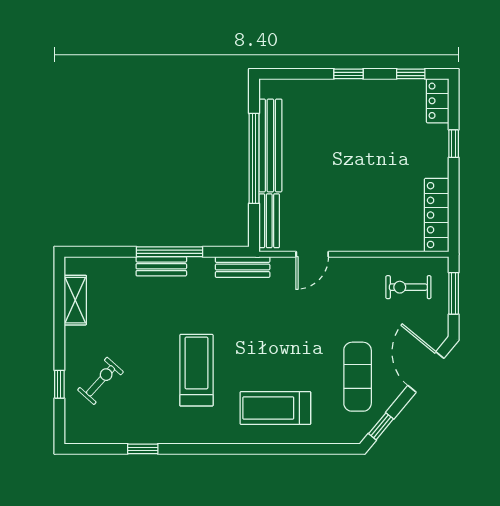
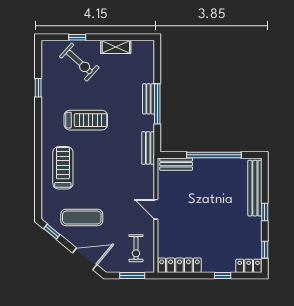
bench: (270, 145) -> (255, 188), moved, turned 90
door: (312, 254) -> (156, 209), moved
exercise bike: (408, 287) -> (136, 248), turned 180
shelving: (75, 300) -> (116, 47), moved
exercise bike: (101, 381) -> (79, 62), width x1.38, depth x1.39

